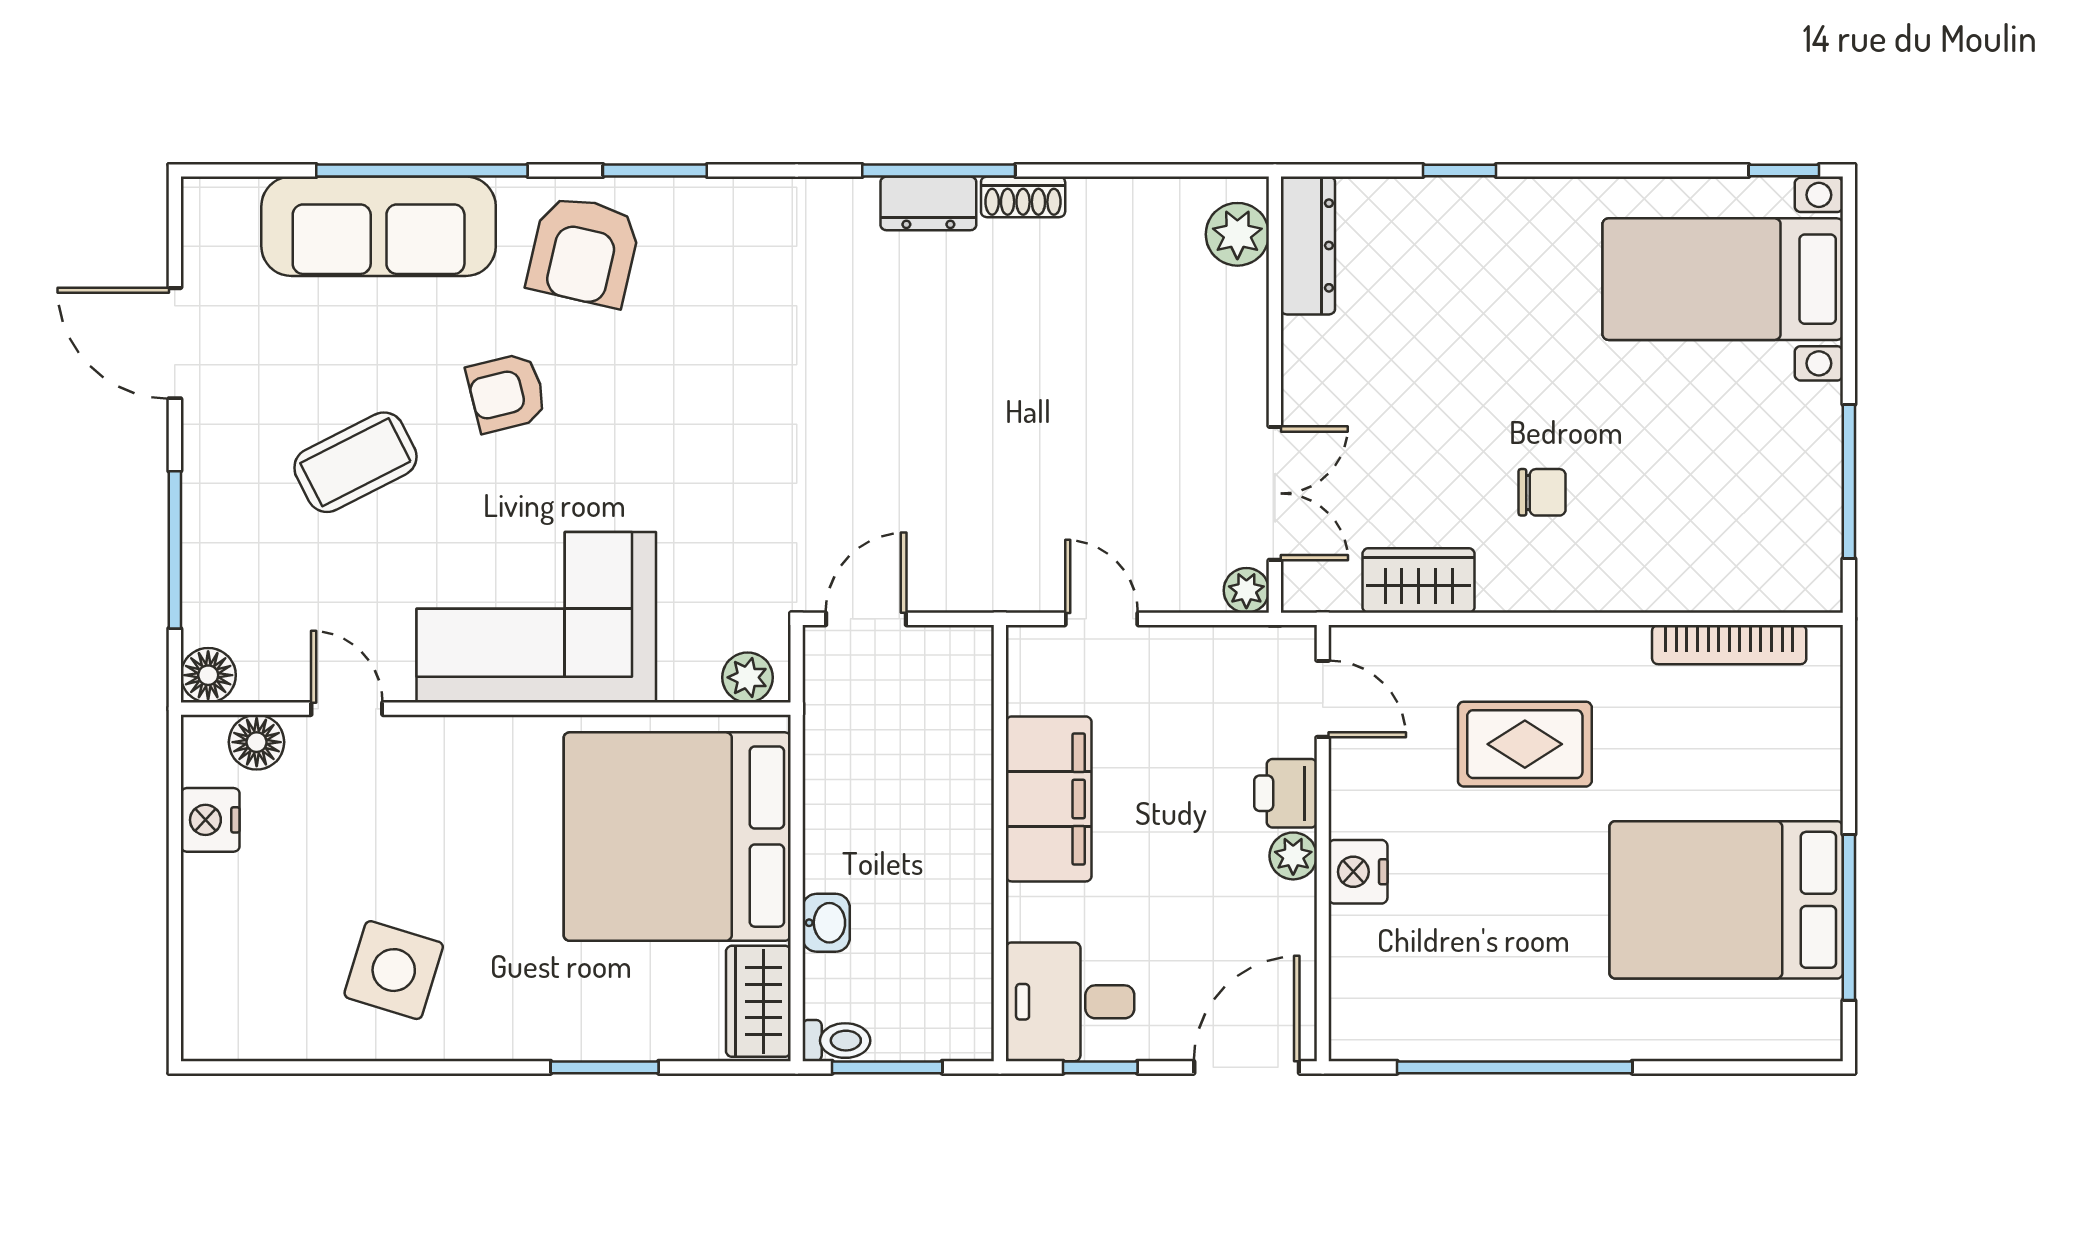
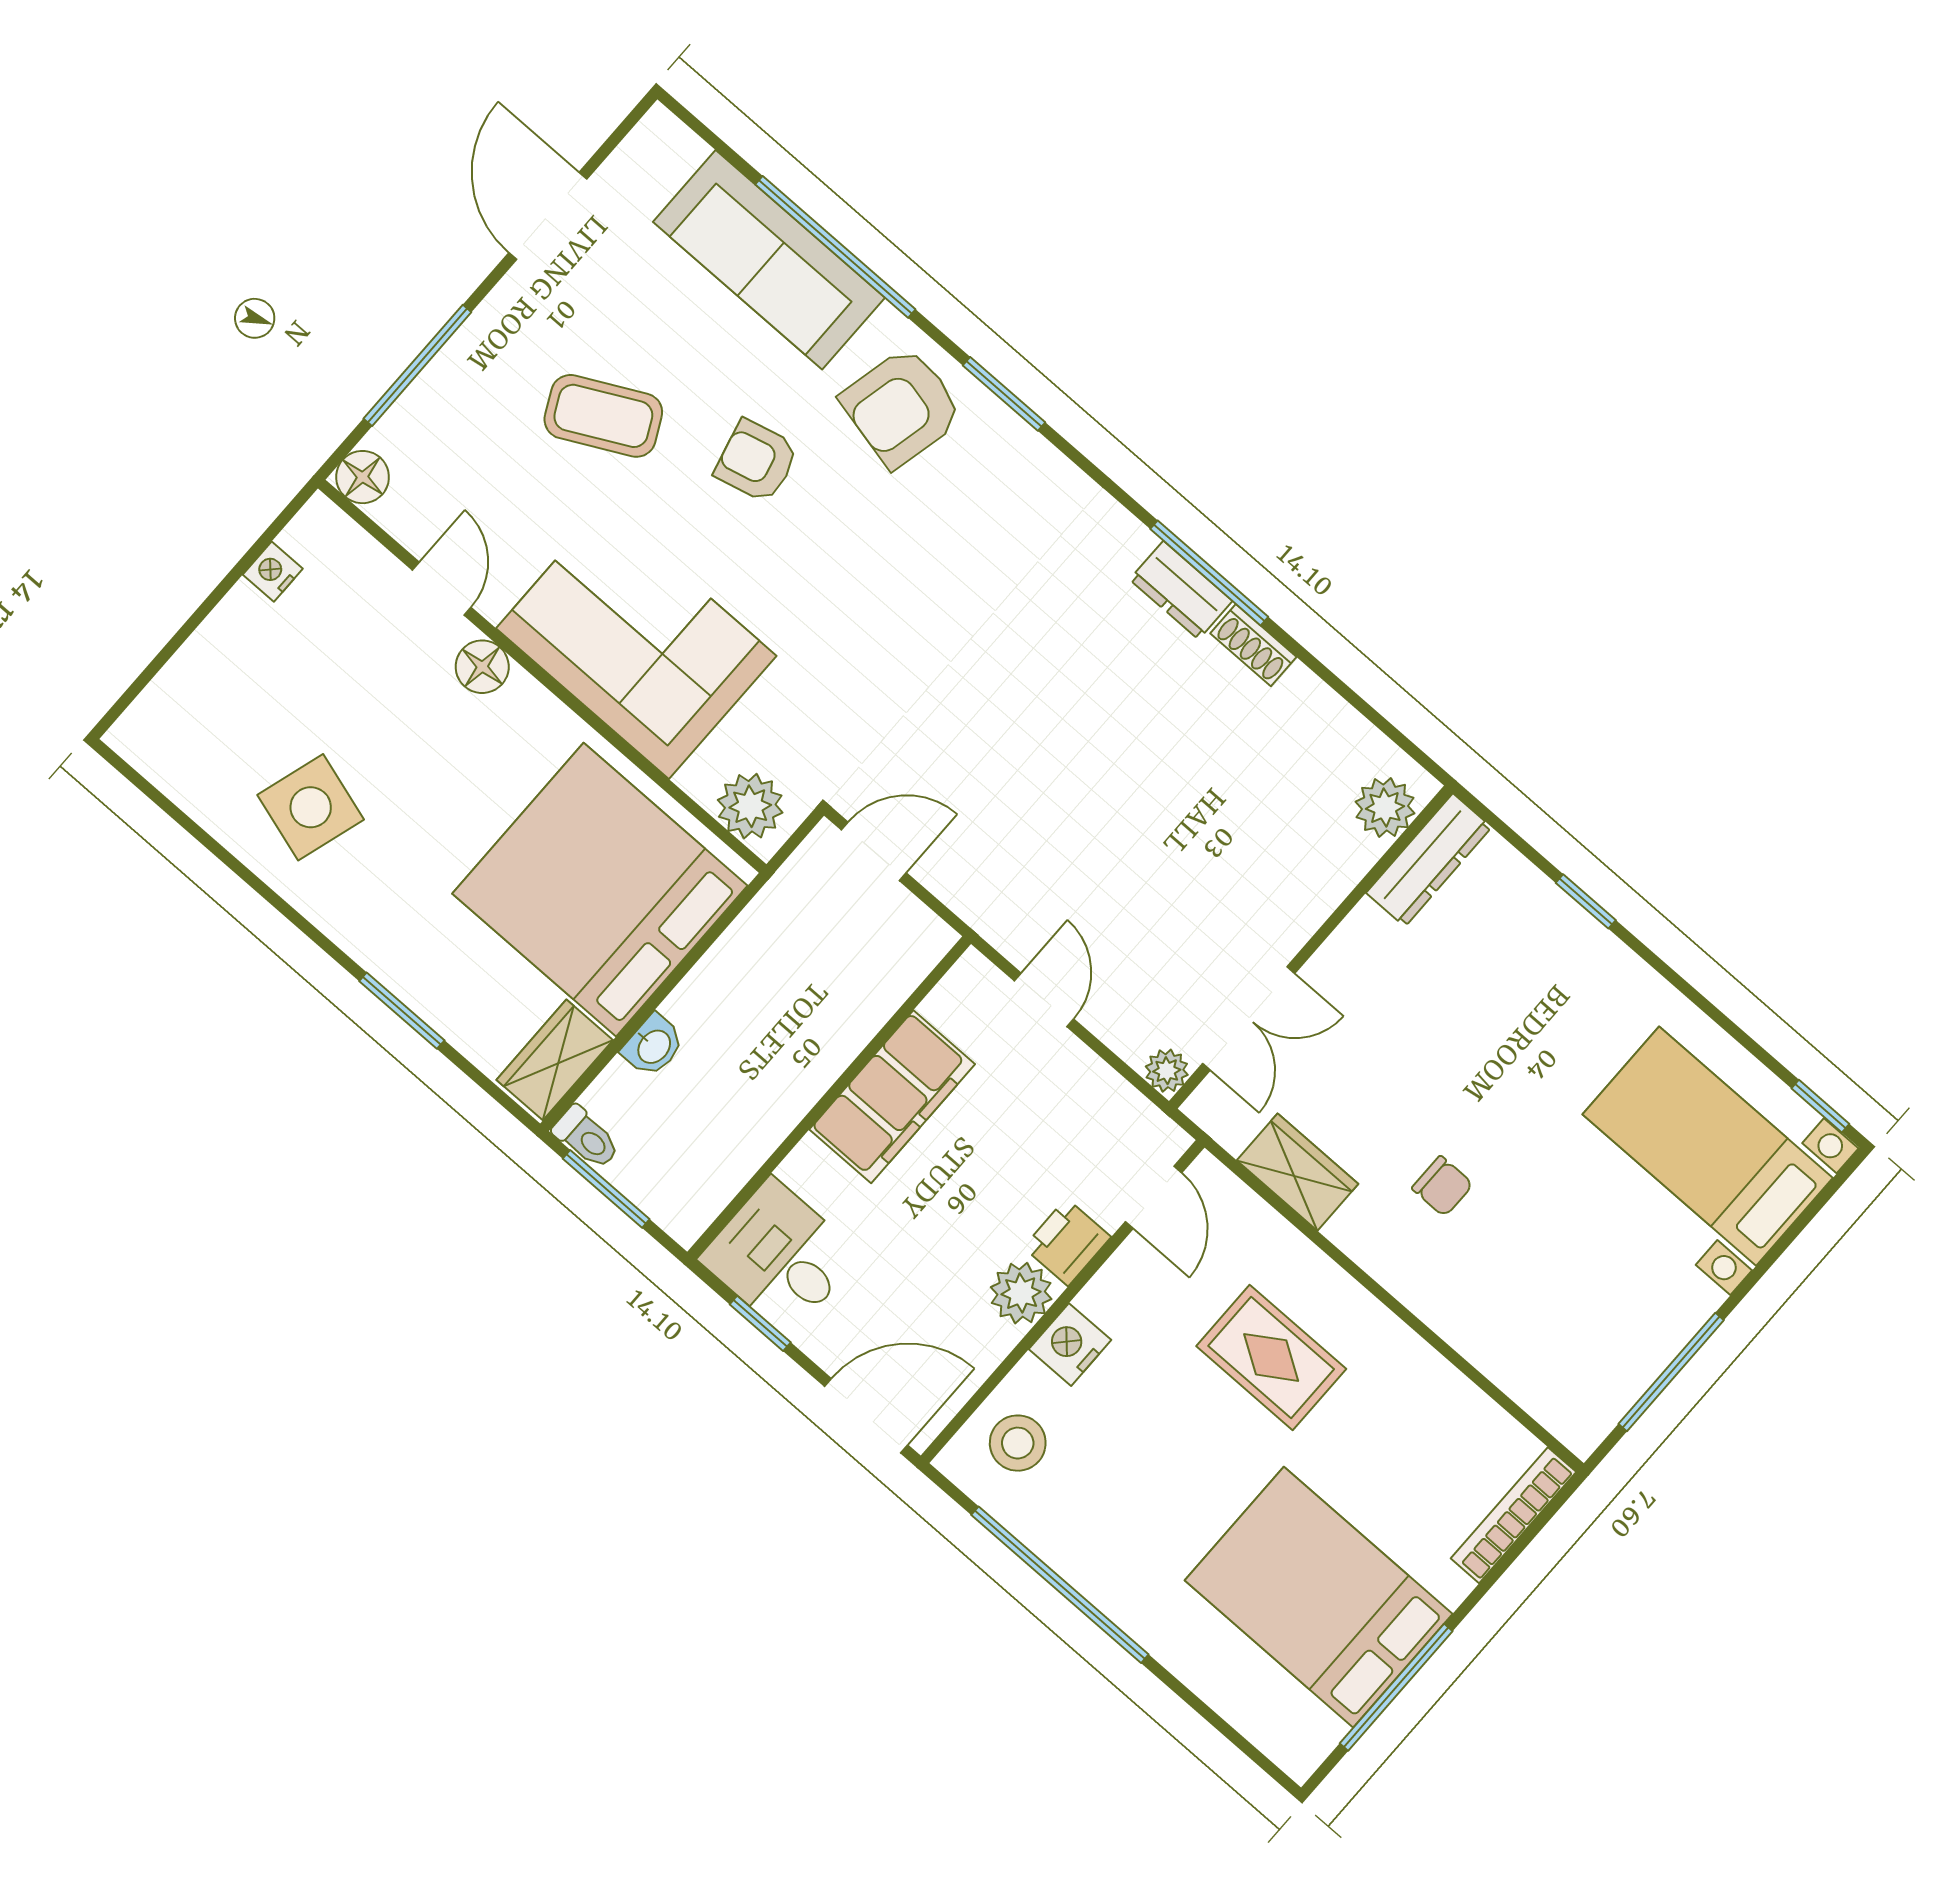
bookcase: (1729, 645) -> (1514, 1515), moved, turned 90
plant: (748, 677) -> (750, 806), width x1.38, depth x1.38
floor lamp: (257, 742) -> (482, 667), moved
nightstand: (210, 820) -> (273, 572), width x0.72, depth x0.74
plant: (1293, 856) -> (1021, 1293), width x1.38, depth x1.38
stool: (1384, 985) -> (1018, 1443), added

